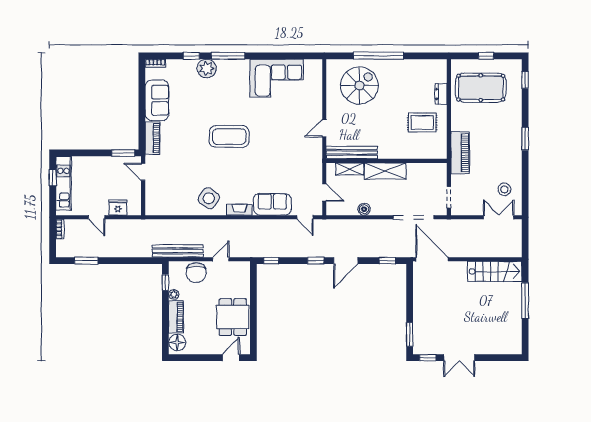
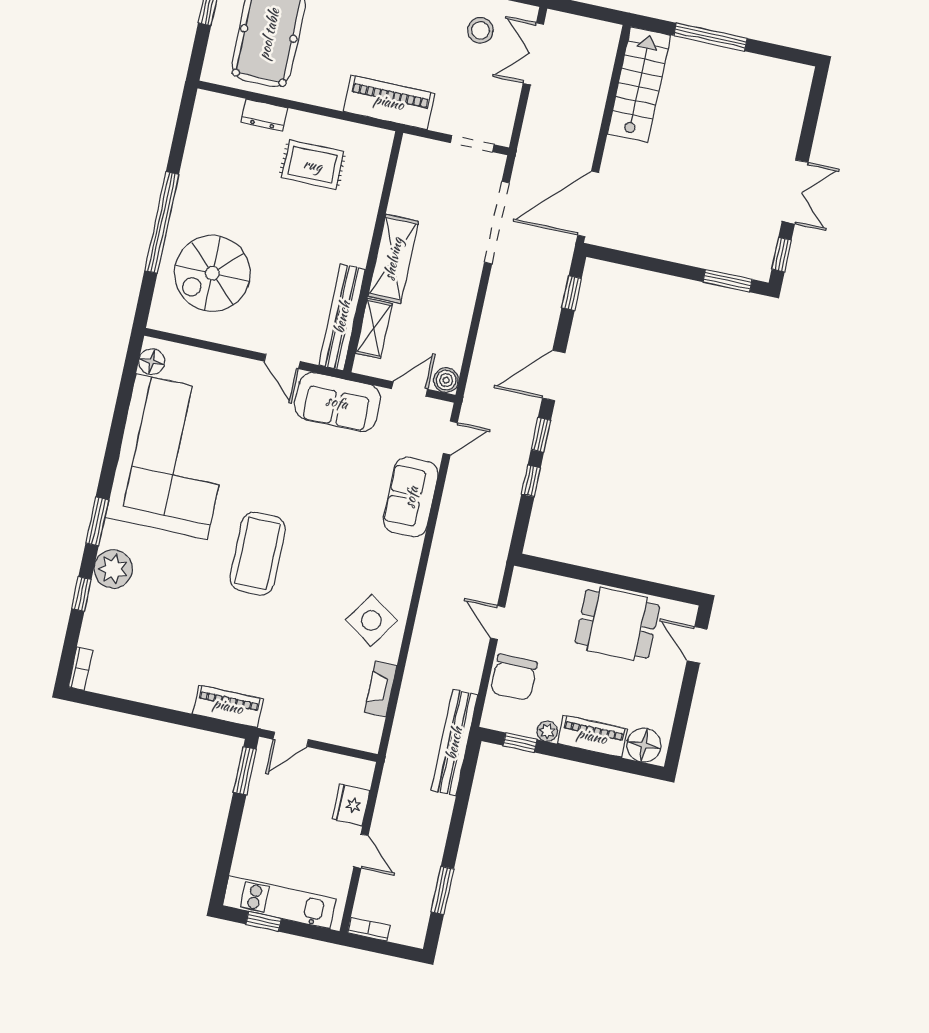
window: (228, 56) -> (97, 521), width x0.69
floor lamp: (311, 65) -> (152, 362), added
corner sofa: (277, 78) -> (172, 457), width x1.36, depth x1.36
spiral stairs: (359, 85) -> (212, 273), turned -90
sofa: (157, 100) -> (337, 402), moved, turned 180
rug: (422, 122) -> (313, 165), turned 90
boiler: (364, 209) -> (446, 380), moved
fireplace: (240, 210) -> (381, 689), moved
door: (97, 217) -> (361, 851), hinge flipped
bench: (178, 251) -> (454, 743), moved
window: (271, 261) -> (531, 481), moved
door: (346, 261) -> (554, 376), swing flipped
chair: (196, 273) -> (514, 677), turned 90

